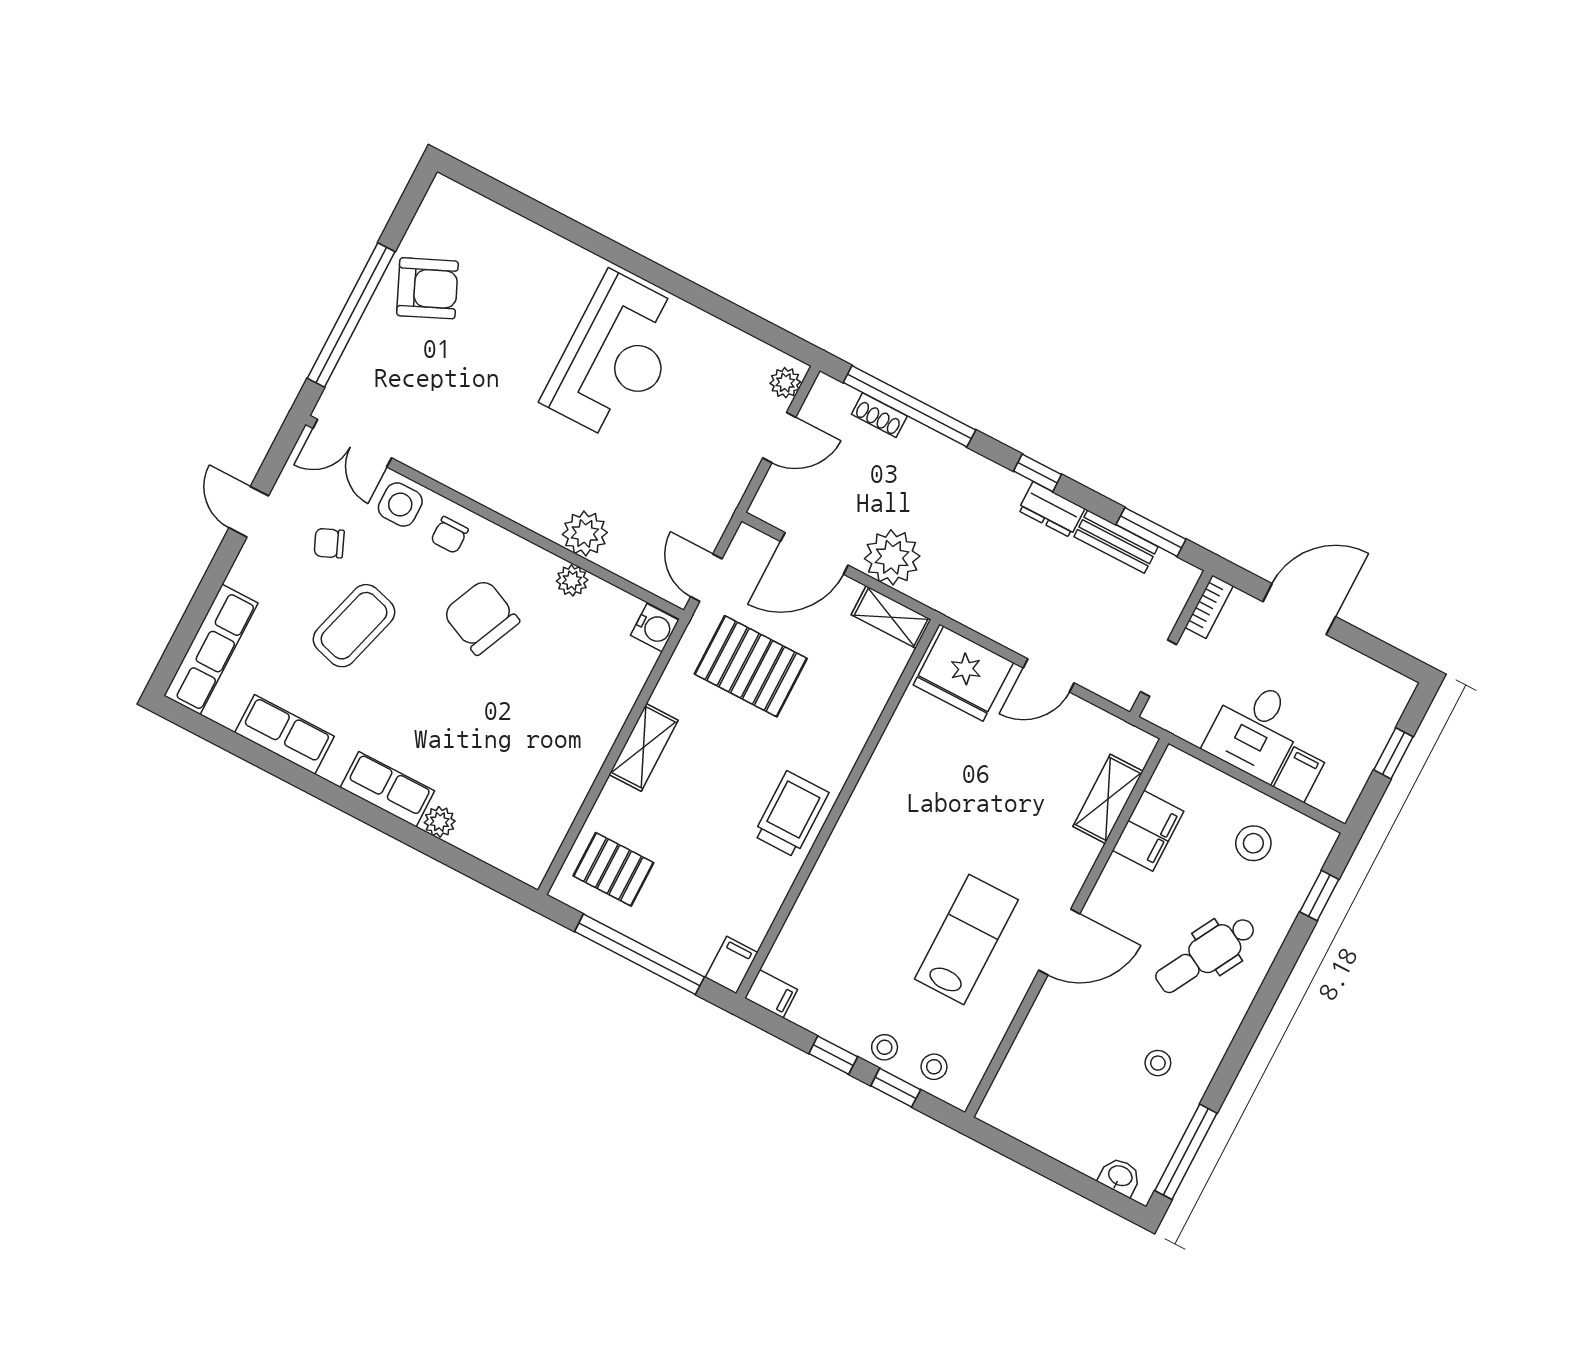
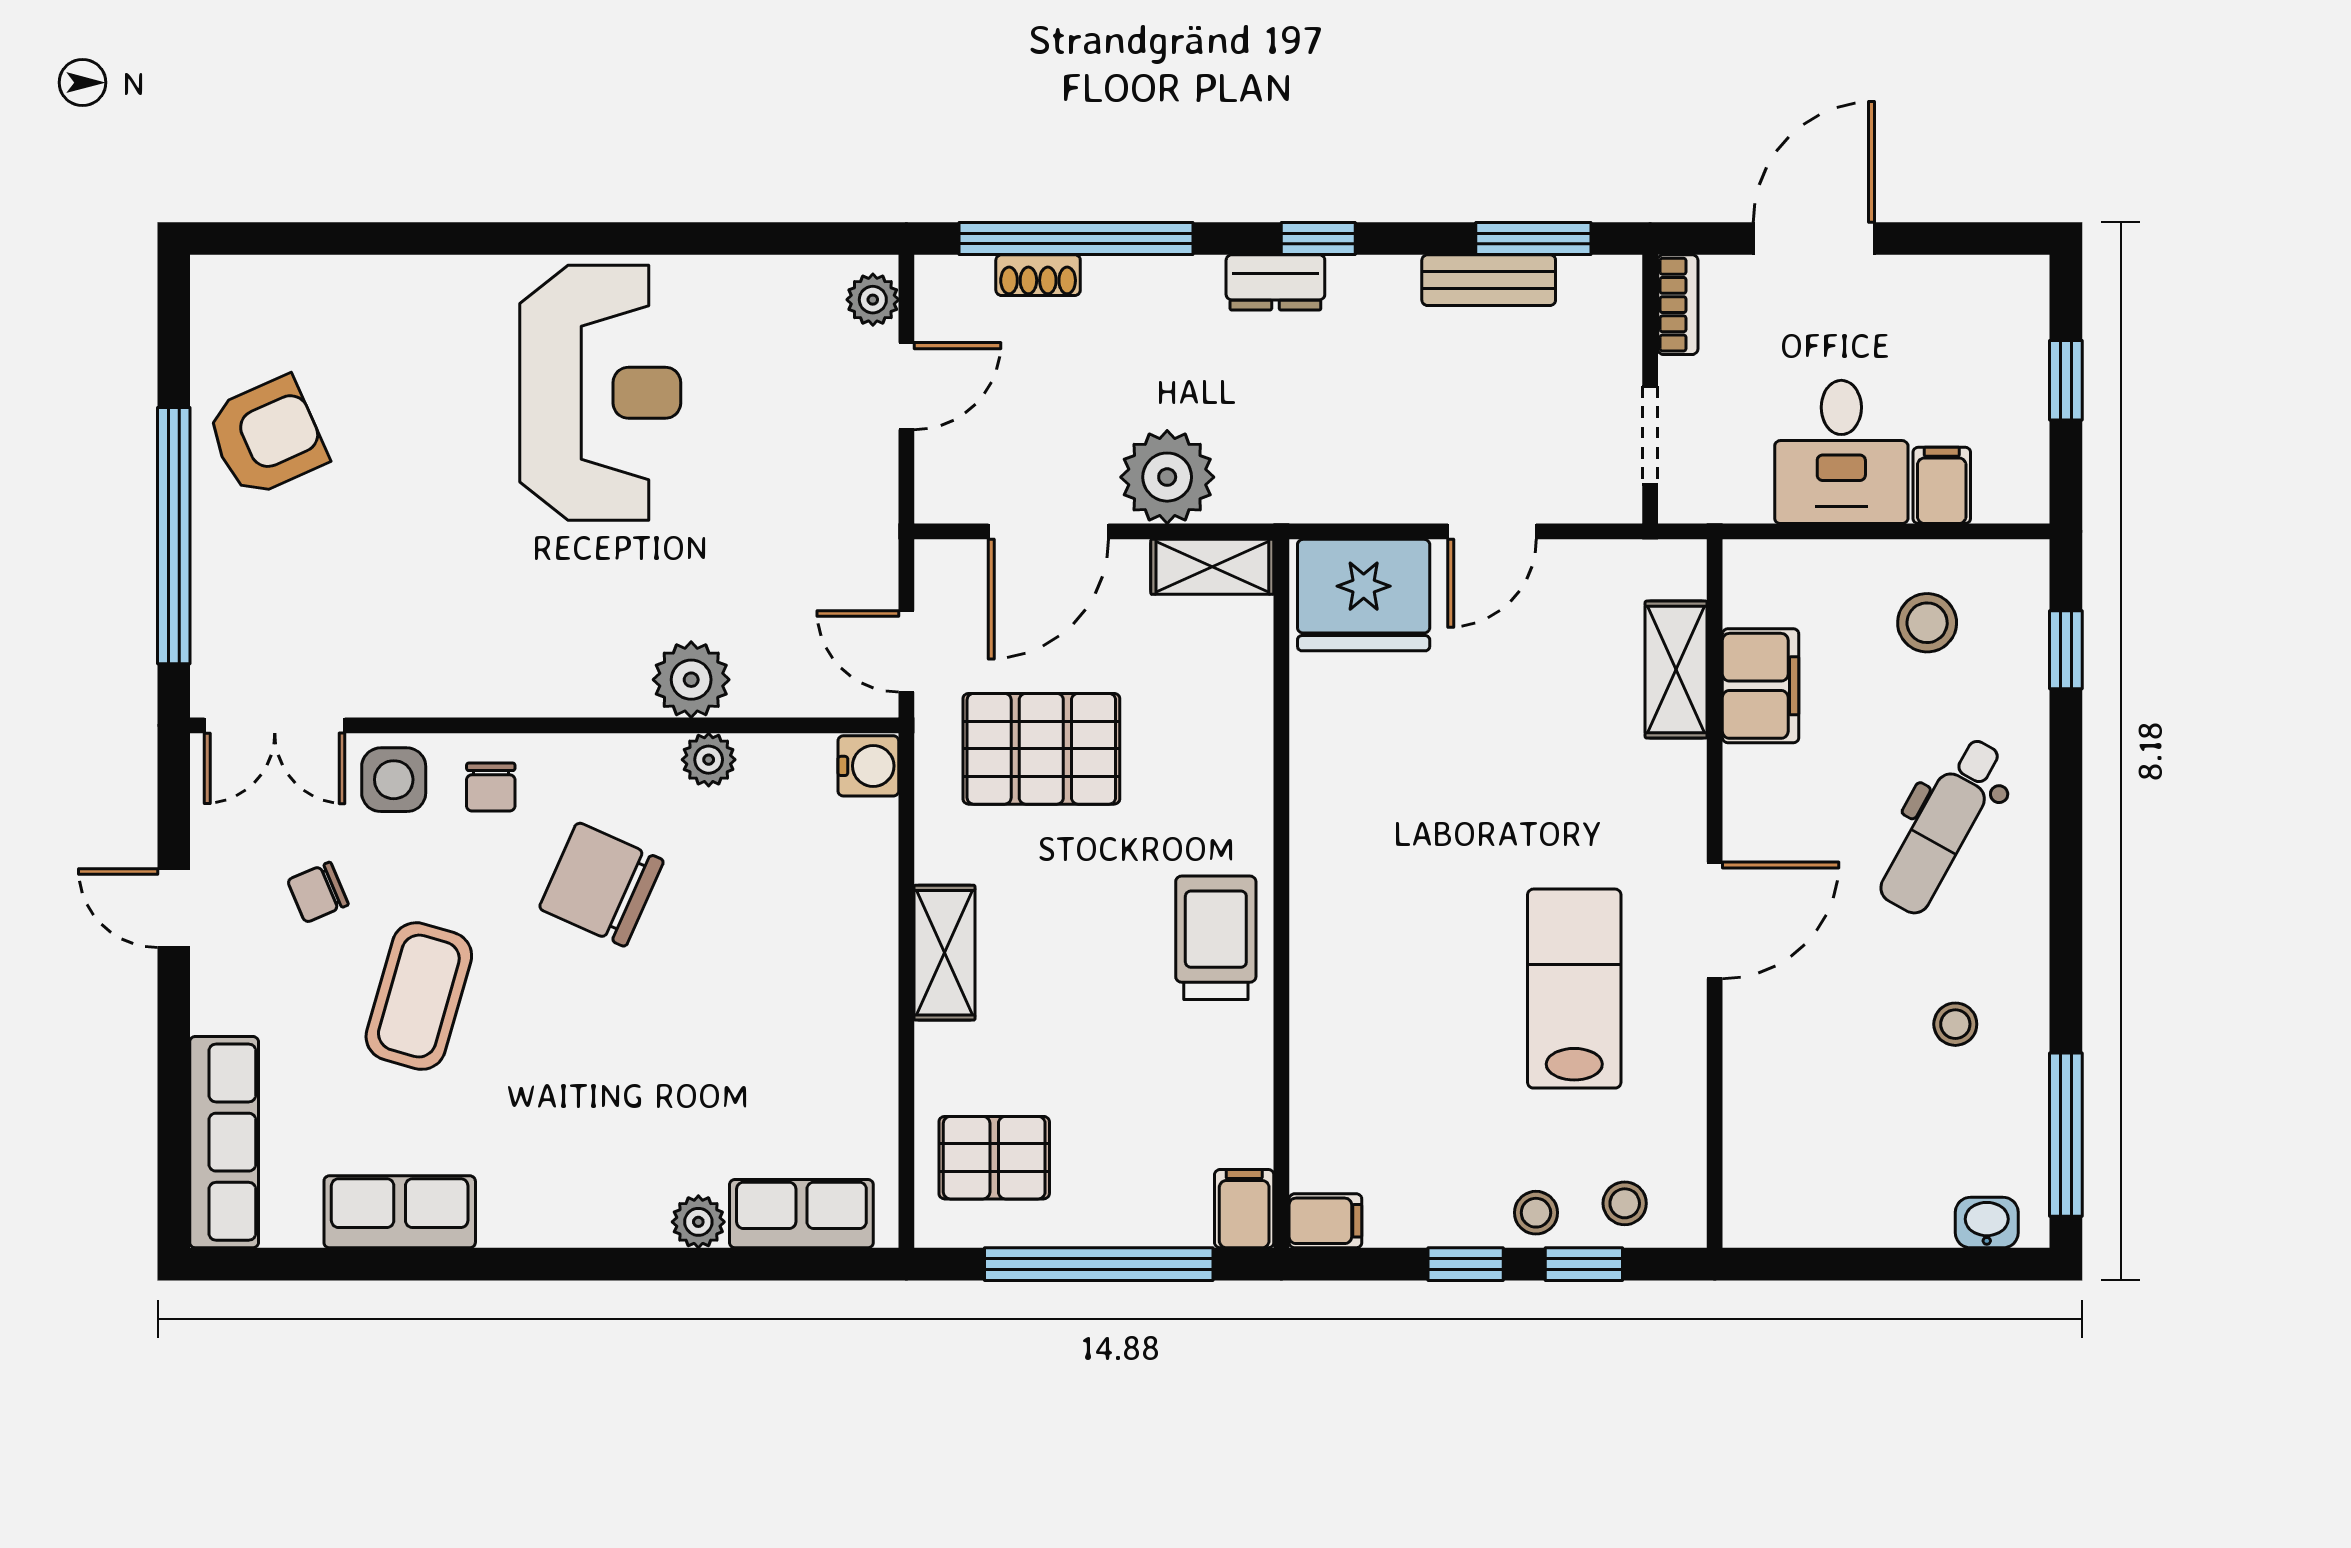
dresser: (1051, 510) -> (1275, 282), moved
row of seats: (387, 789) -> (801, 1214), moved

